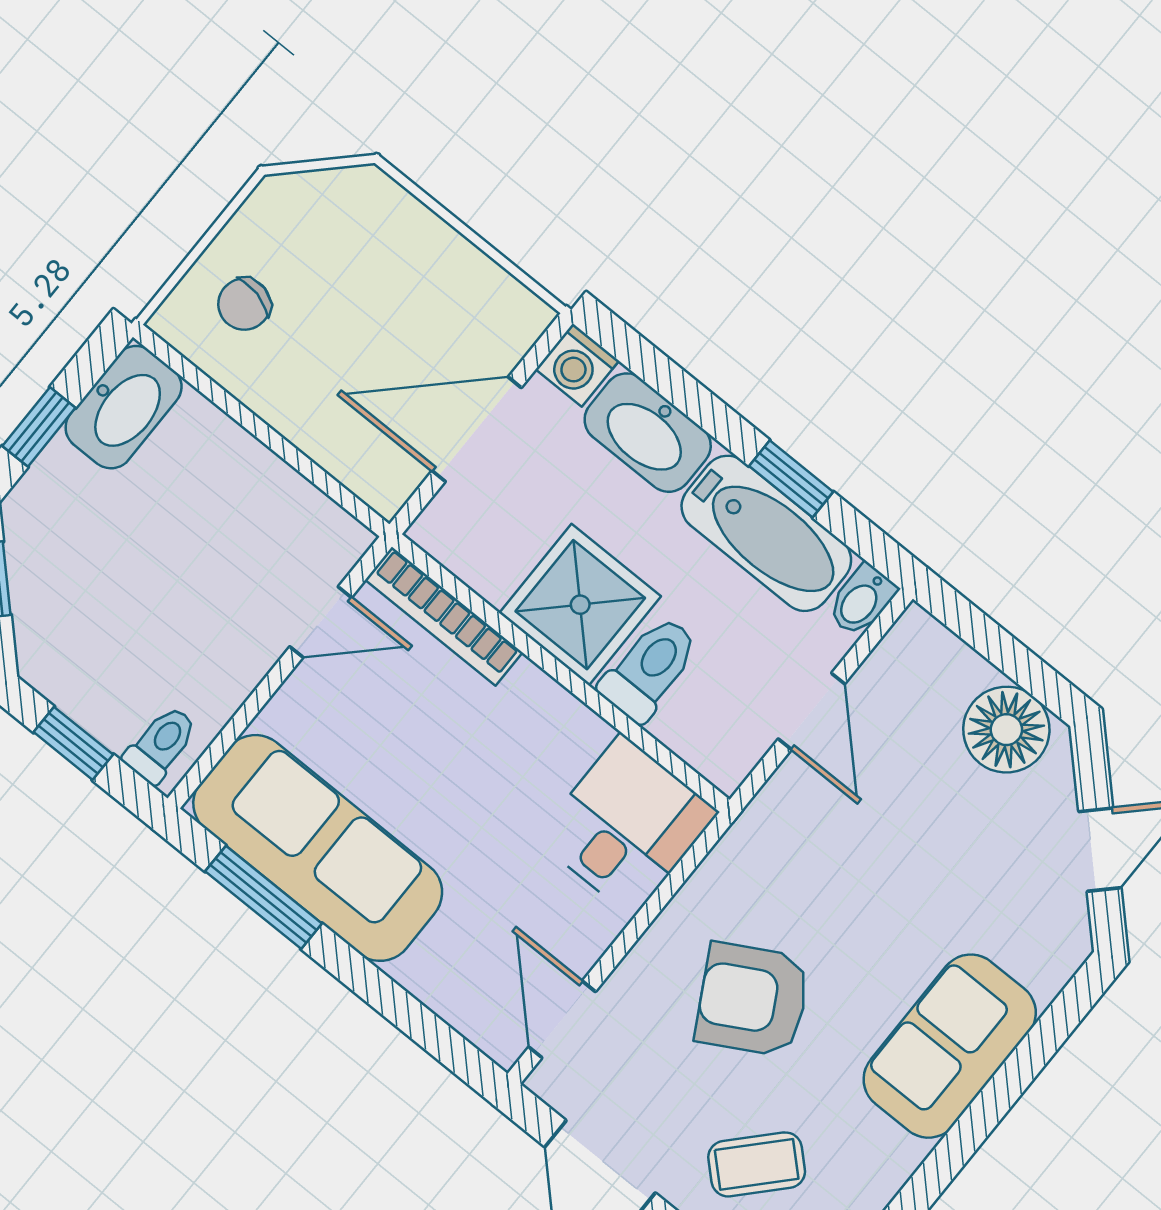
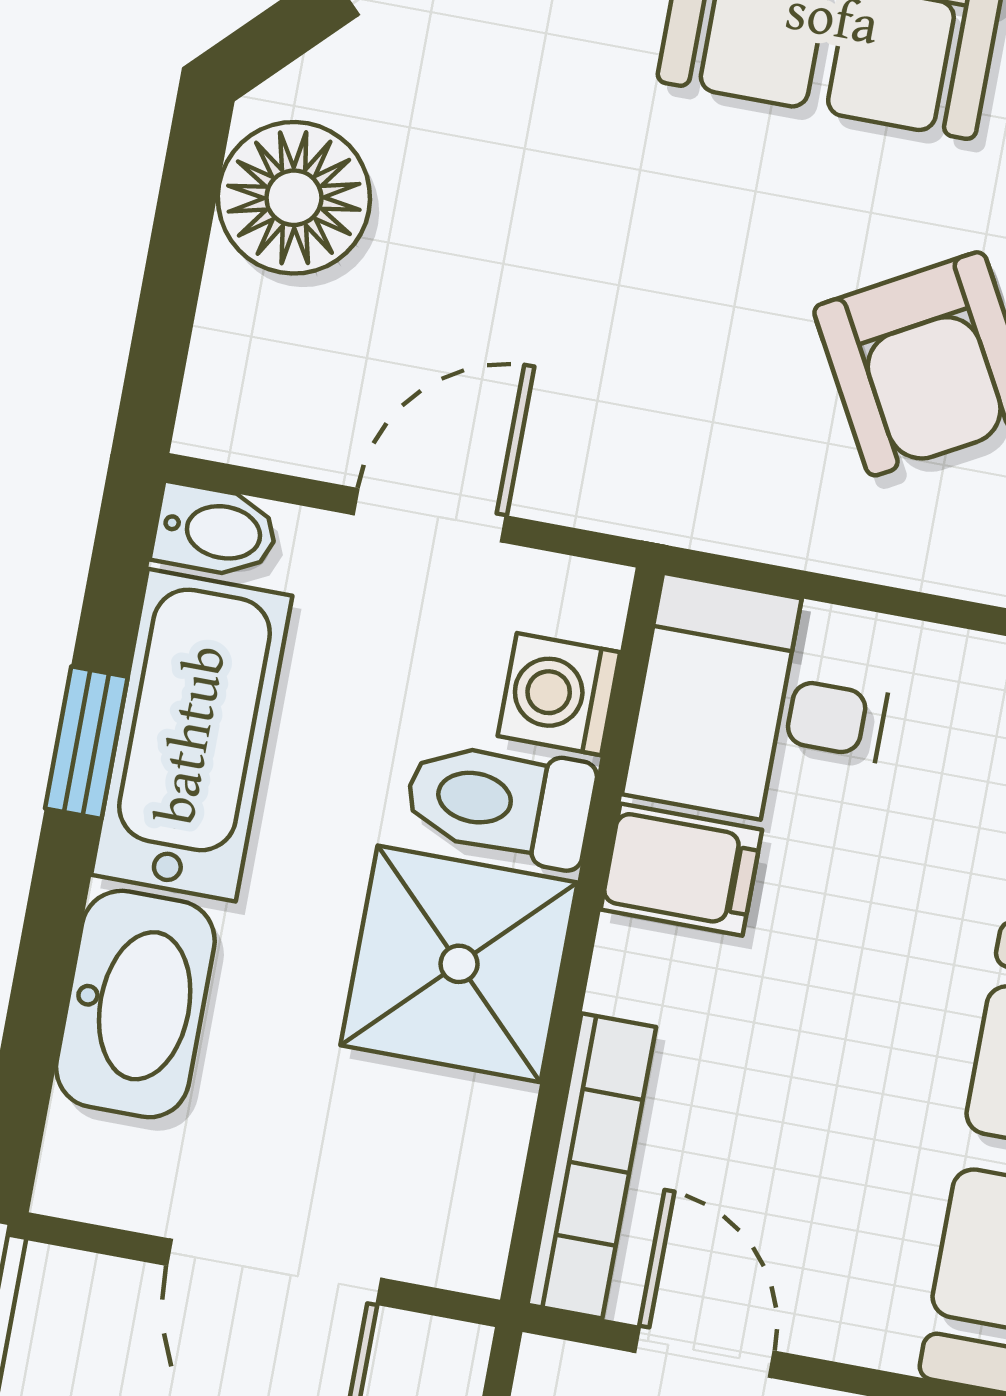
washing machine: (577, 365) -> (559, 694), moved, turned 180
filing cabinet: (567, 741) -> (681, 870), added

